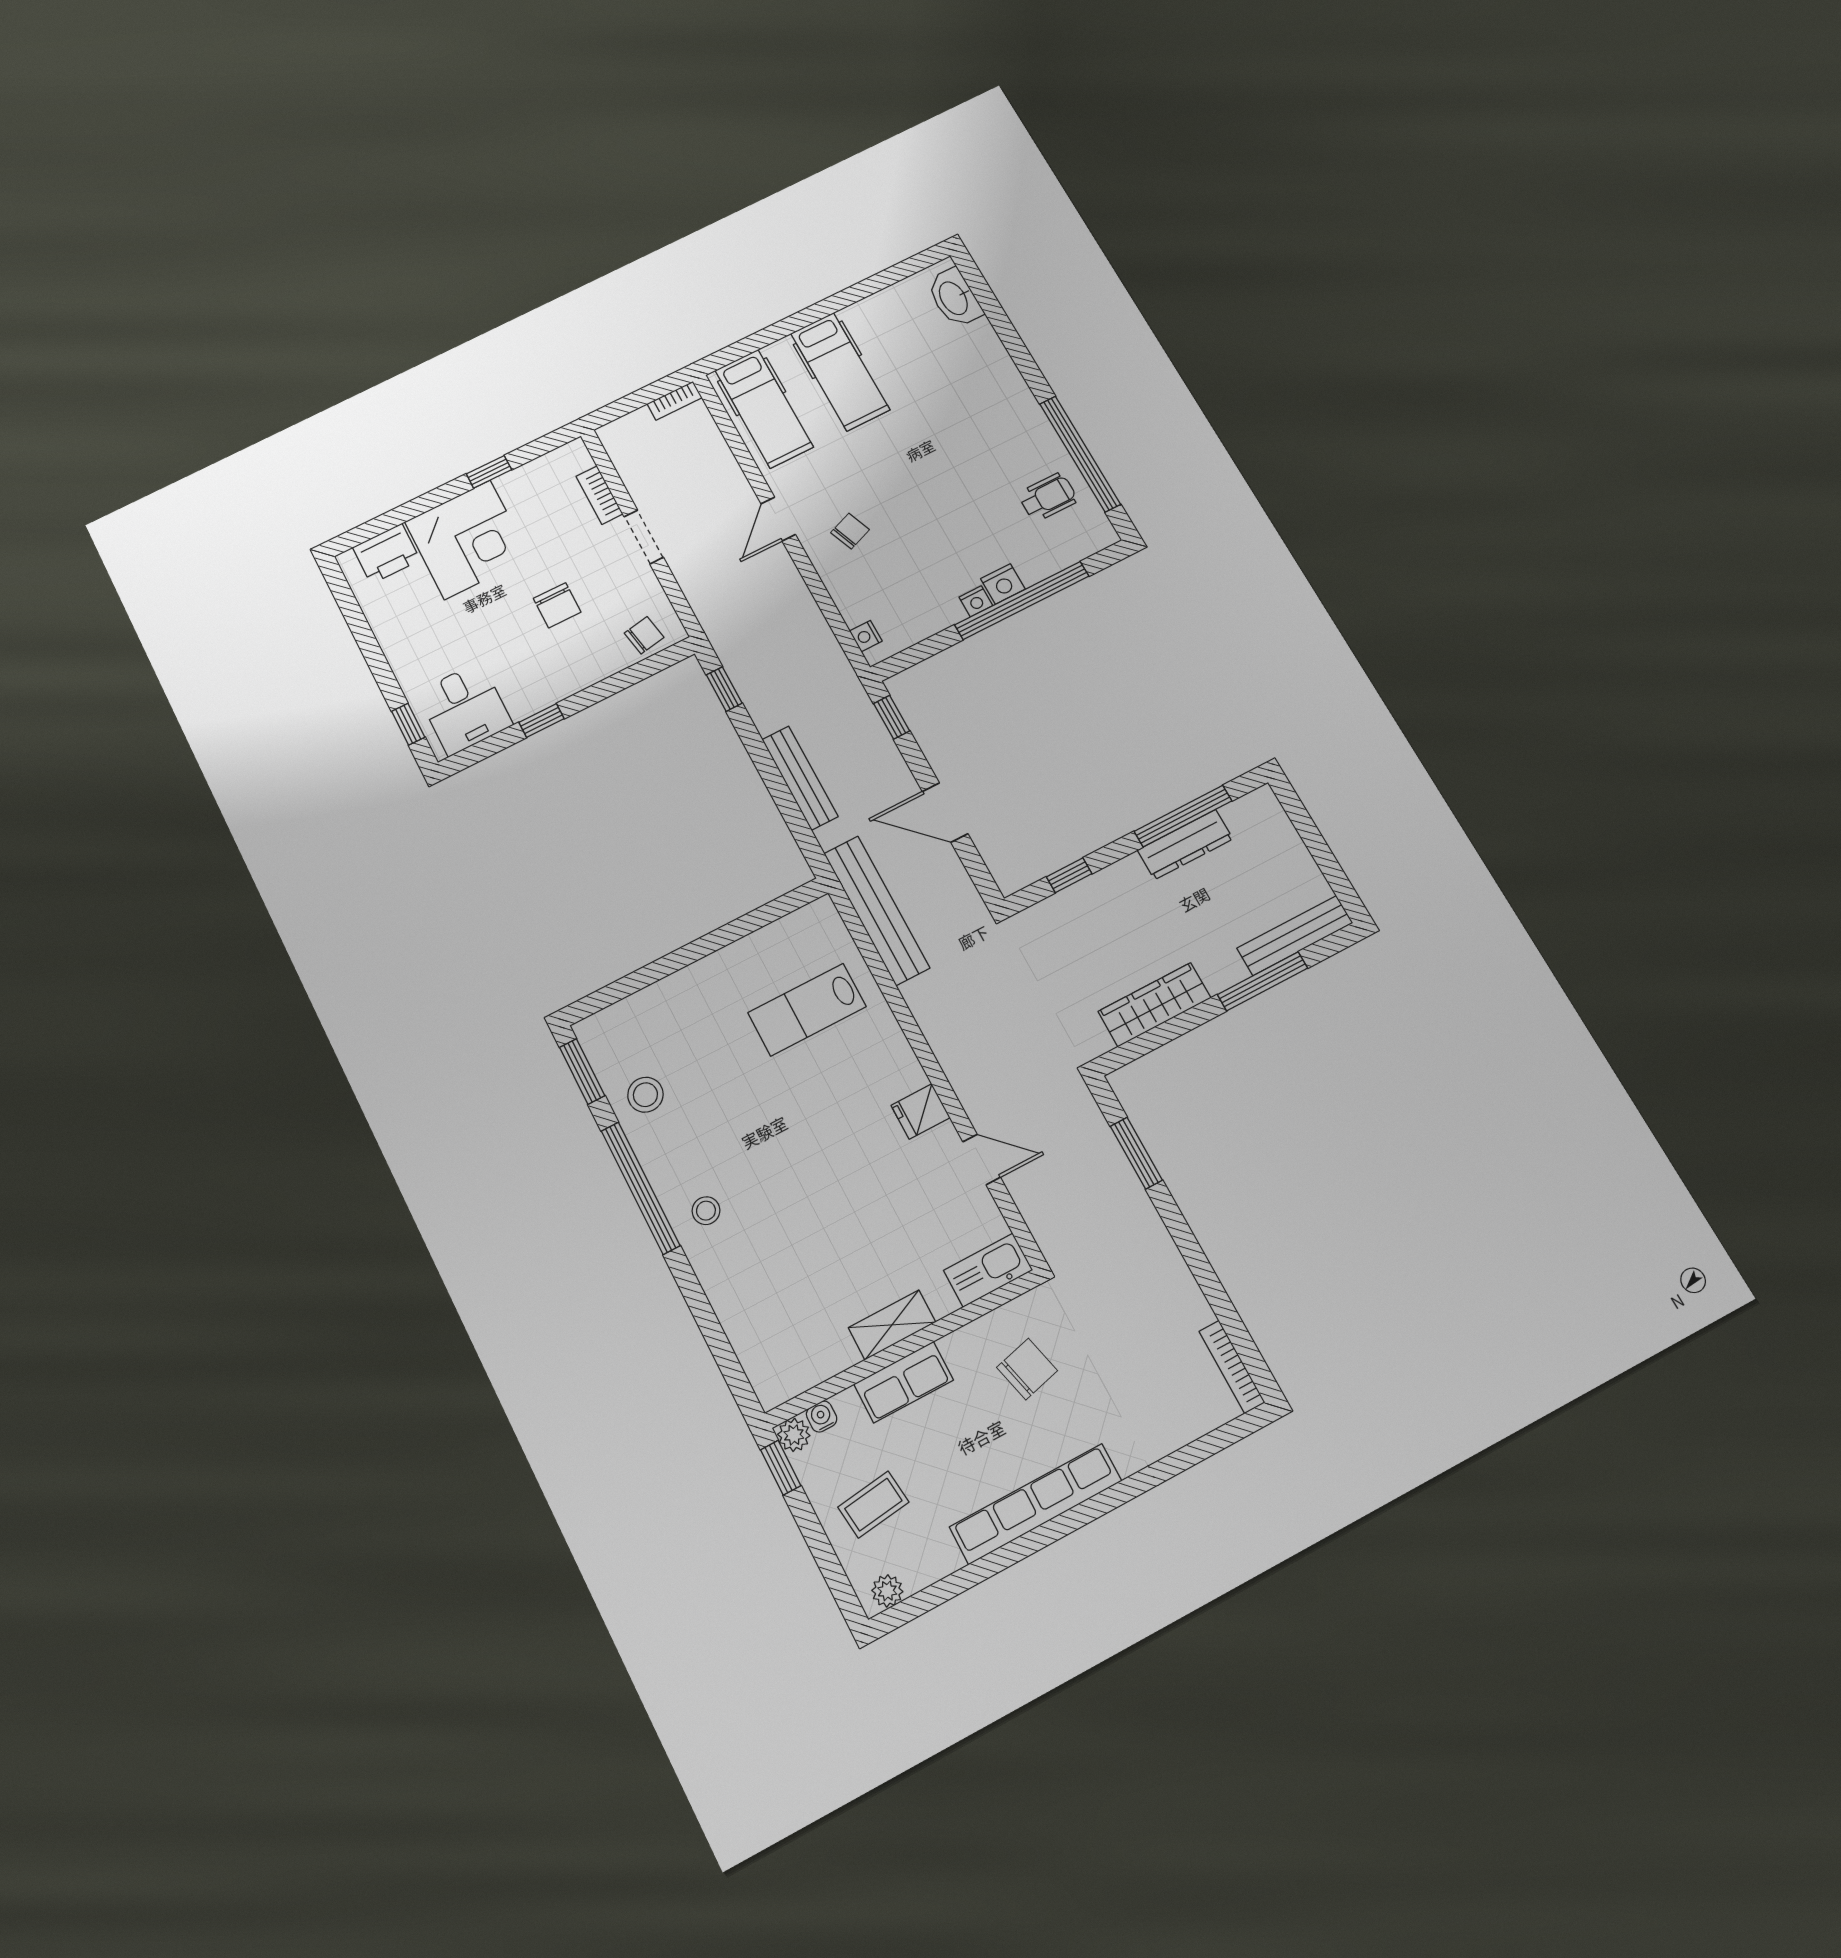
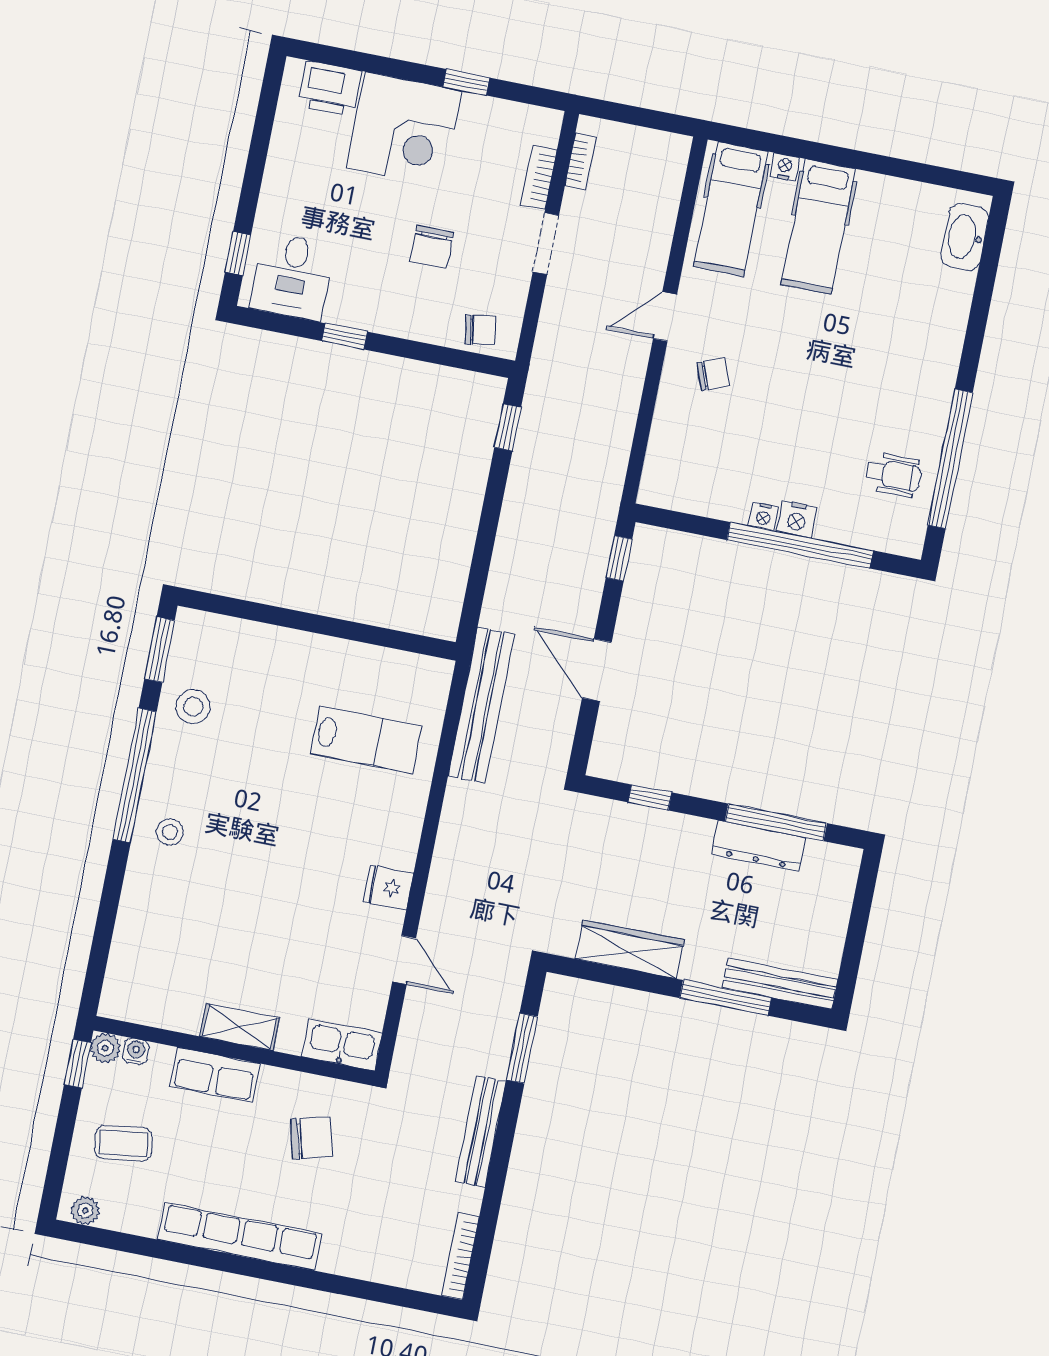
bookcase: (675, 401) -> (581, 161), moved, turned -90
nightstand: (866, 636) -> (785, 167), moved, turned 90
bench: (800, 778) -> (481, 1132), moved
lab bench: (807, 1010) -> (366, 740), turned 180

